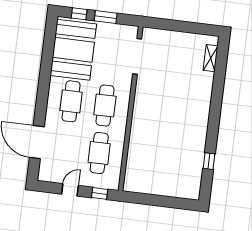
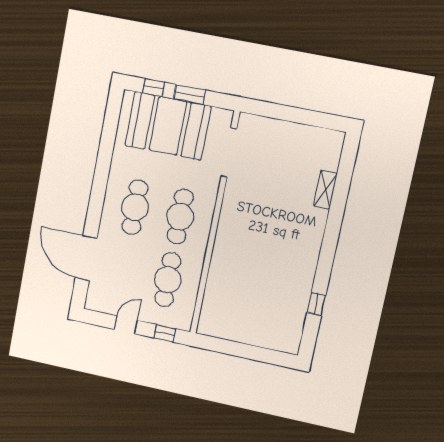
booth: (73, 50) -> (168, 126), moved, turned 90
shelving: (211, 58) -> (325, 190), moved

